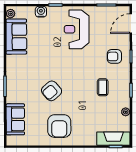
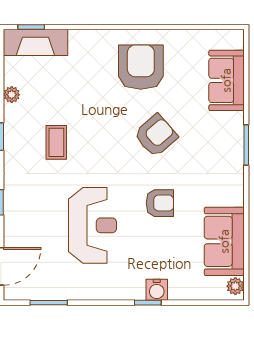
water cooler: (41, 12) -> (157, 290), moved
reception desk: (77, 29) -> (92, 225), moved
armchair: (114, 56) -> (160, 203), moved

